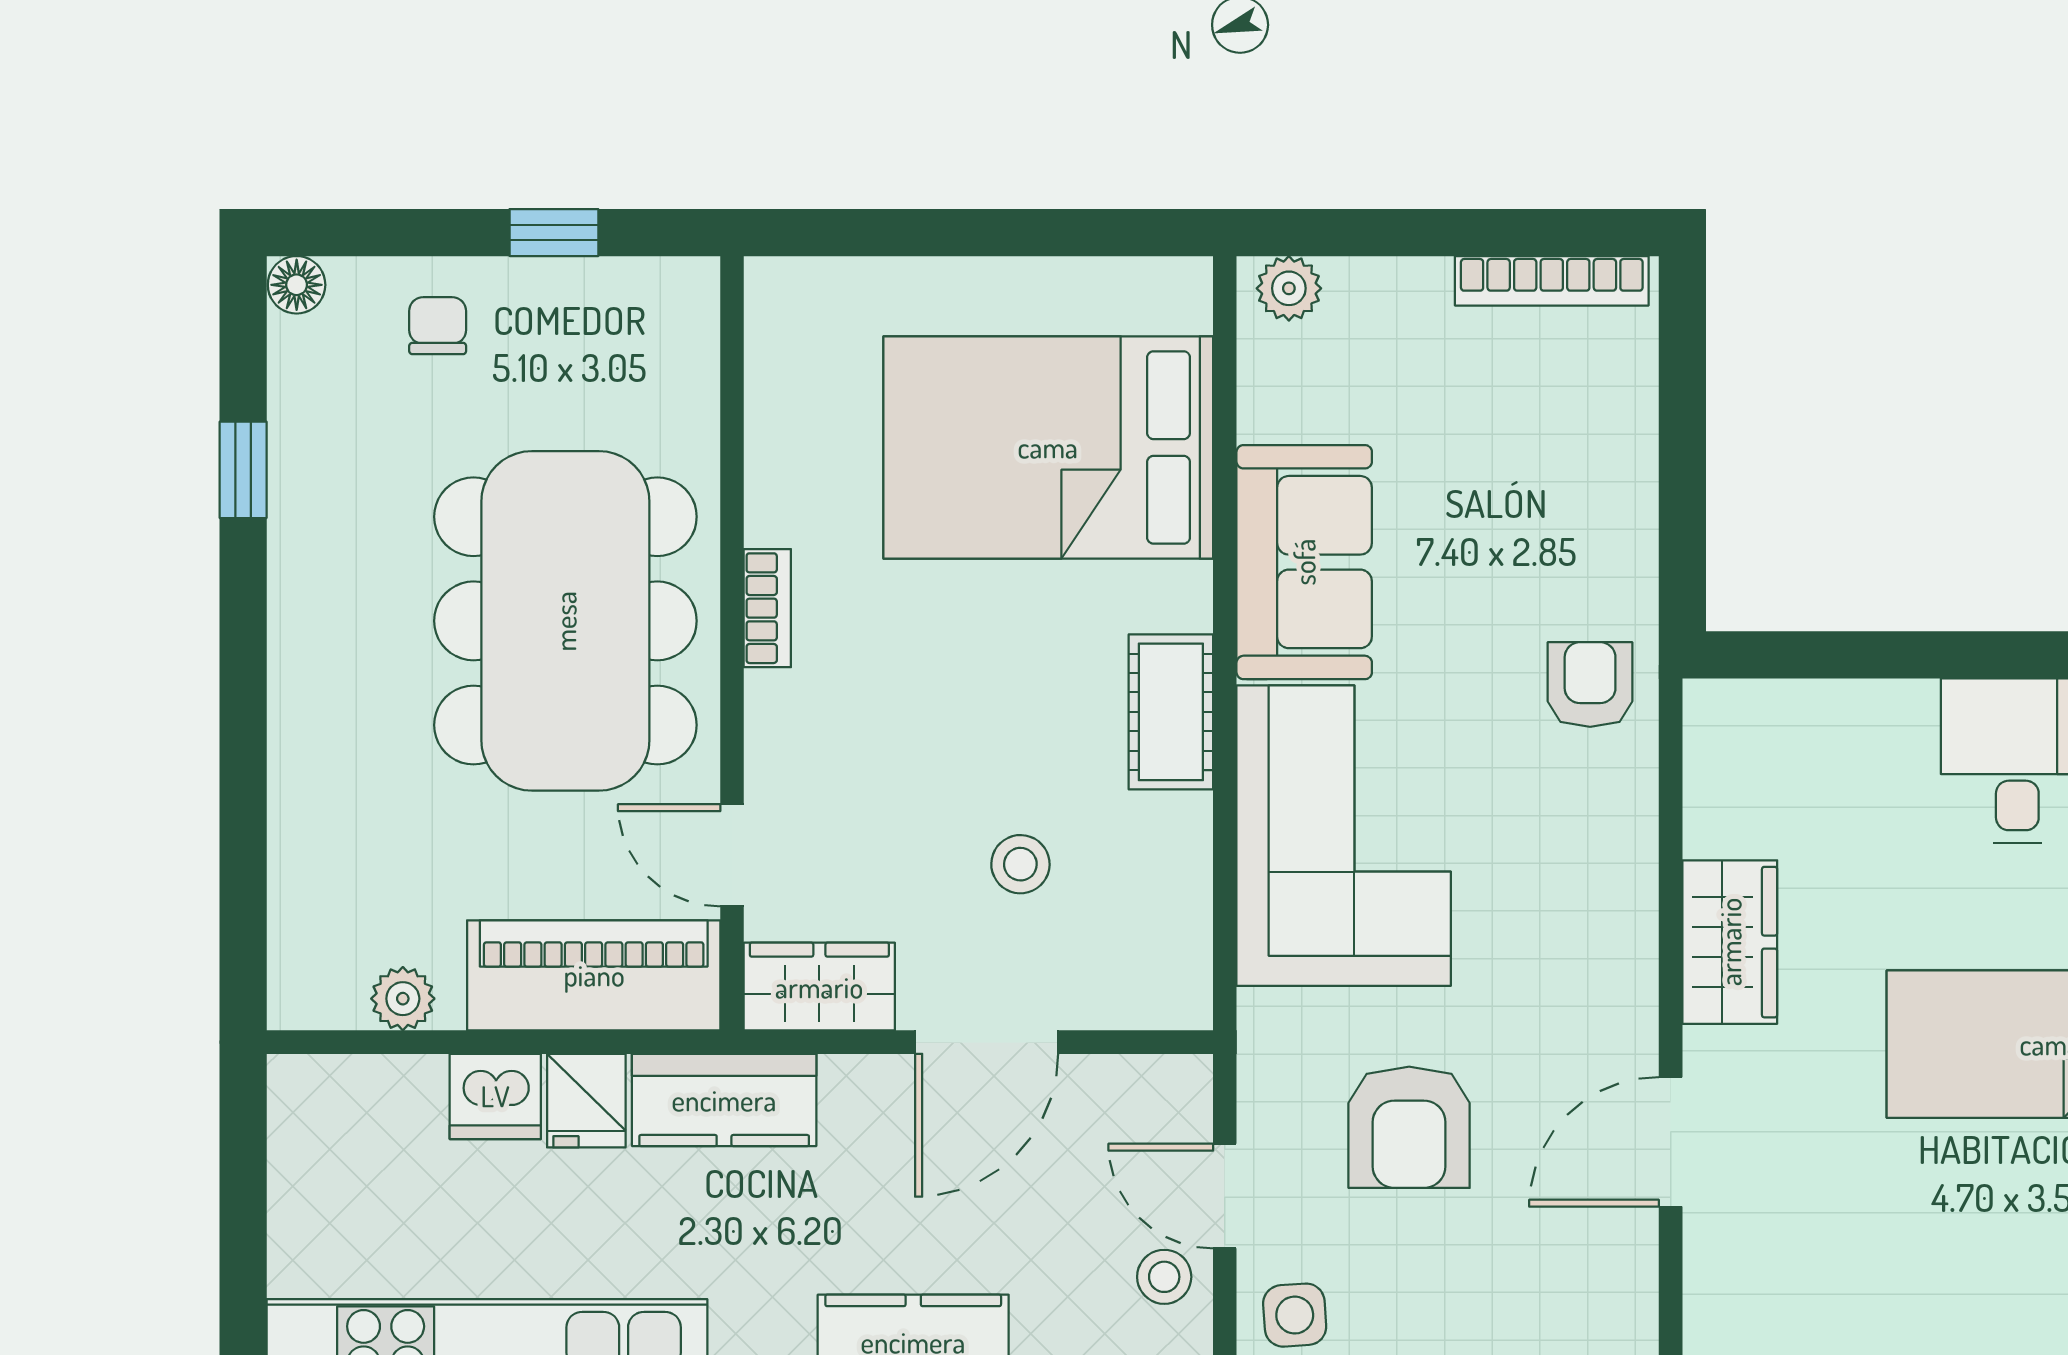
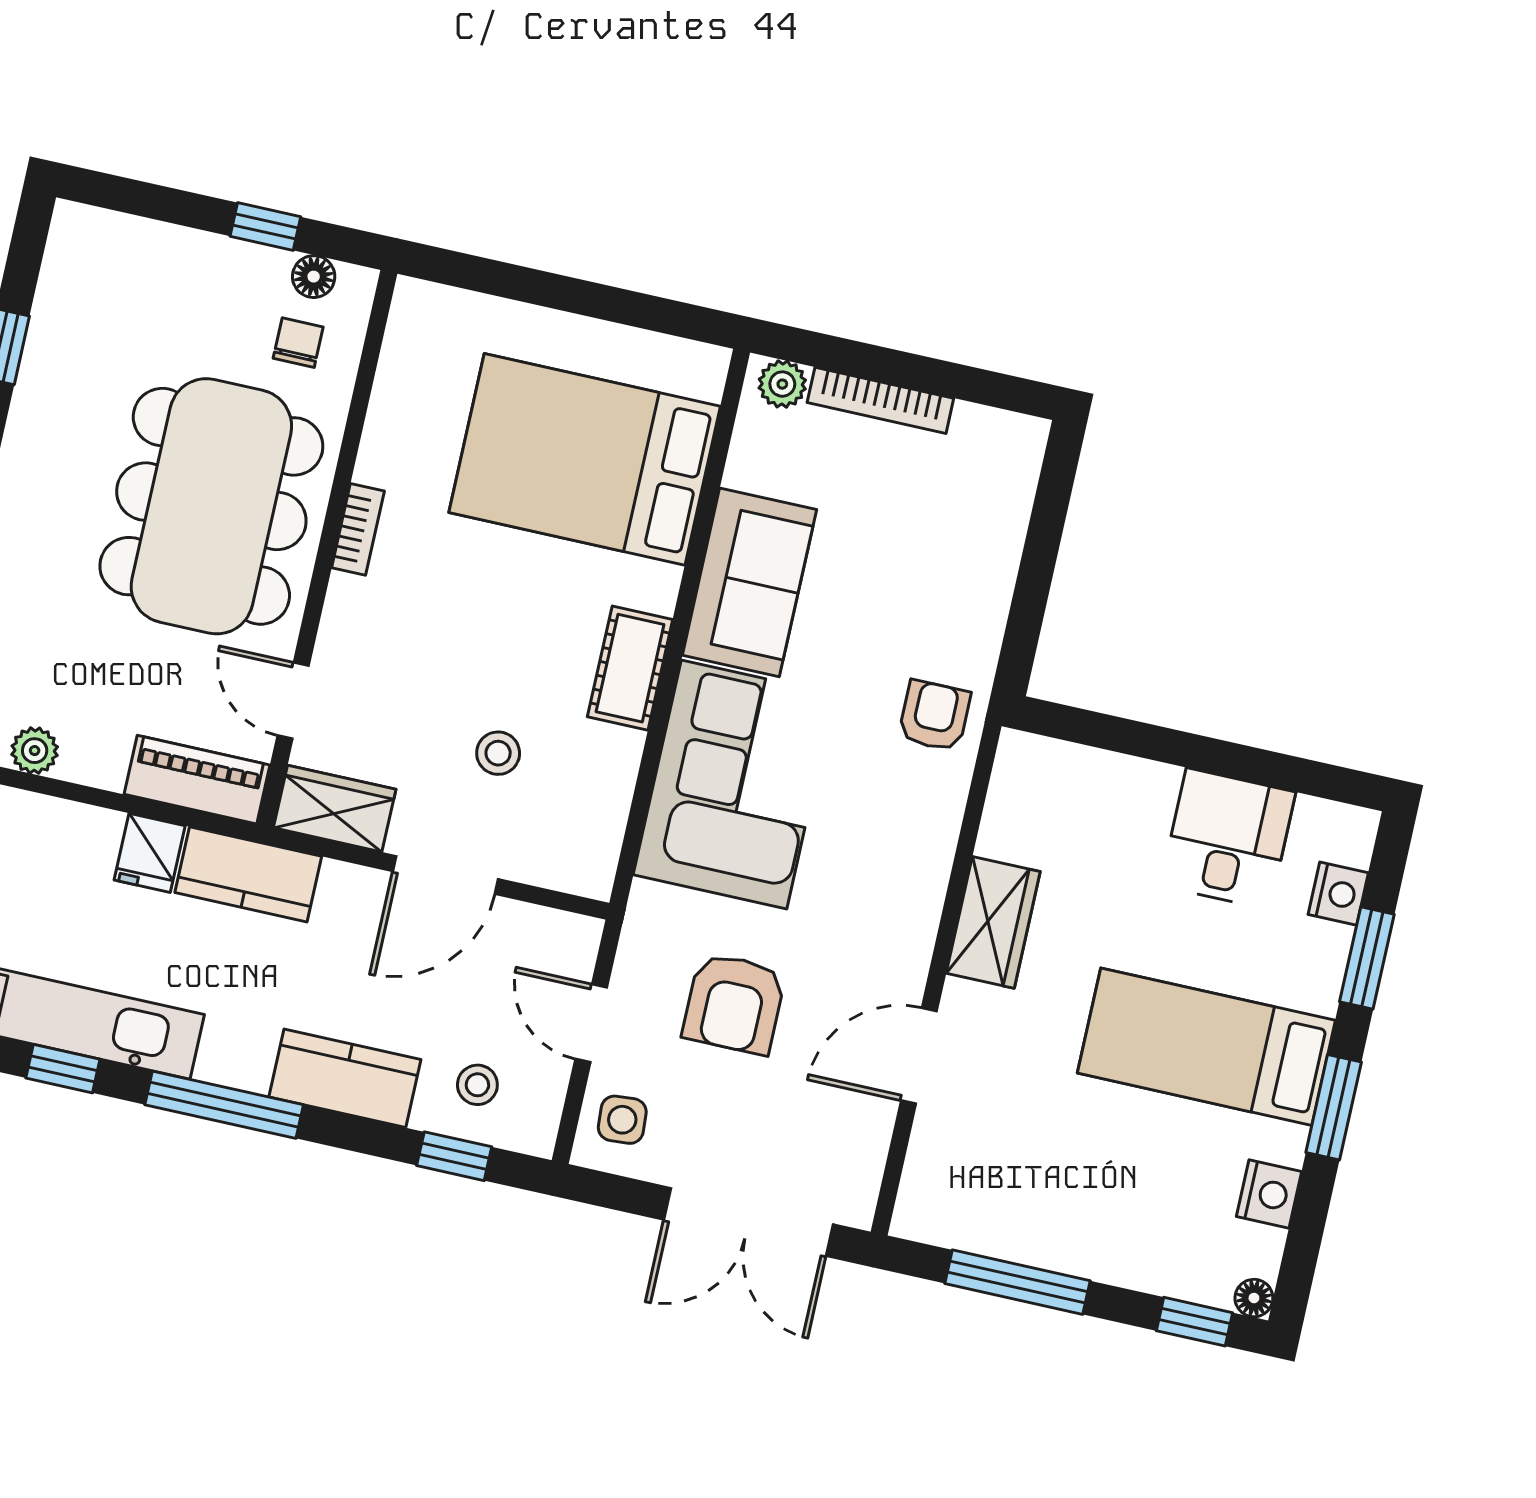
bookcase: (1552, 281) -> (880, 400), moved
floor lamp: (297, 285) -> (314, 277), moved
chair: (438, 326) -> (298, 343), moved
piano: (594, 975) -> (197, 780), width x0.73, depth x0.75
dishwasher: (495, 1096) -> (85, 835), removed
stool: (1164, 1277) -> (477, 1085), moved

